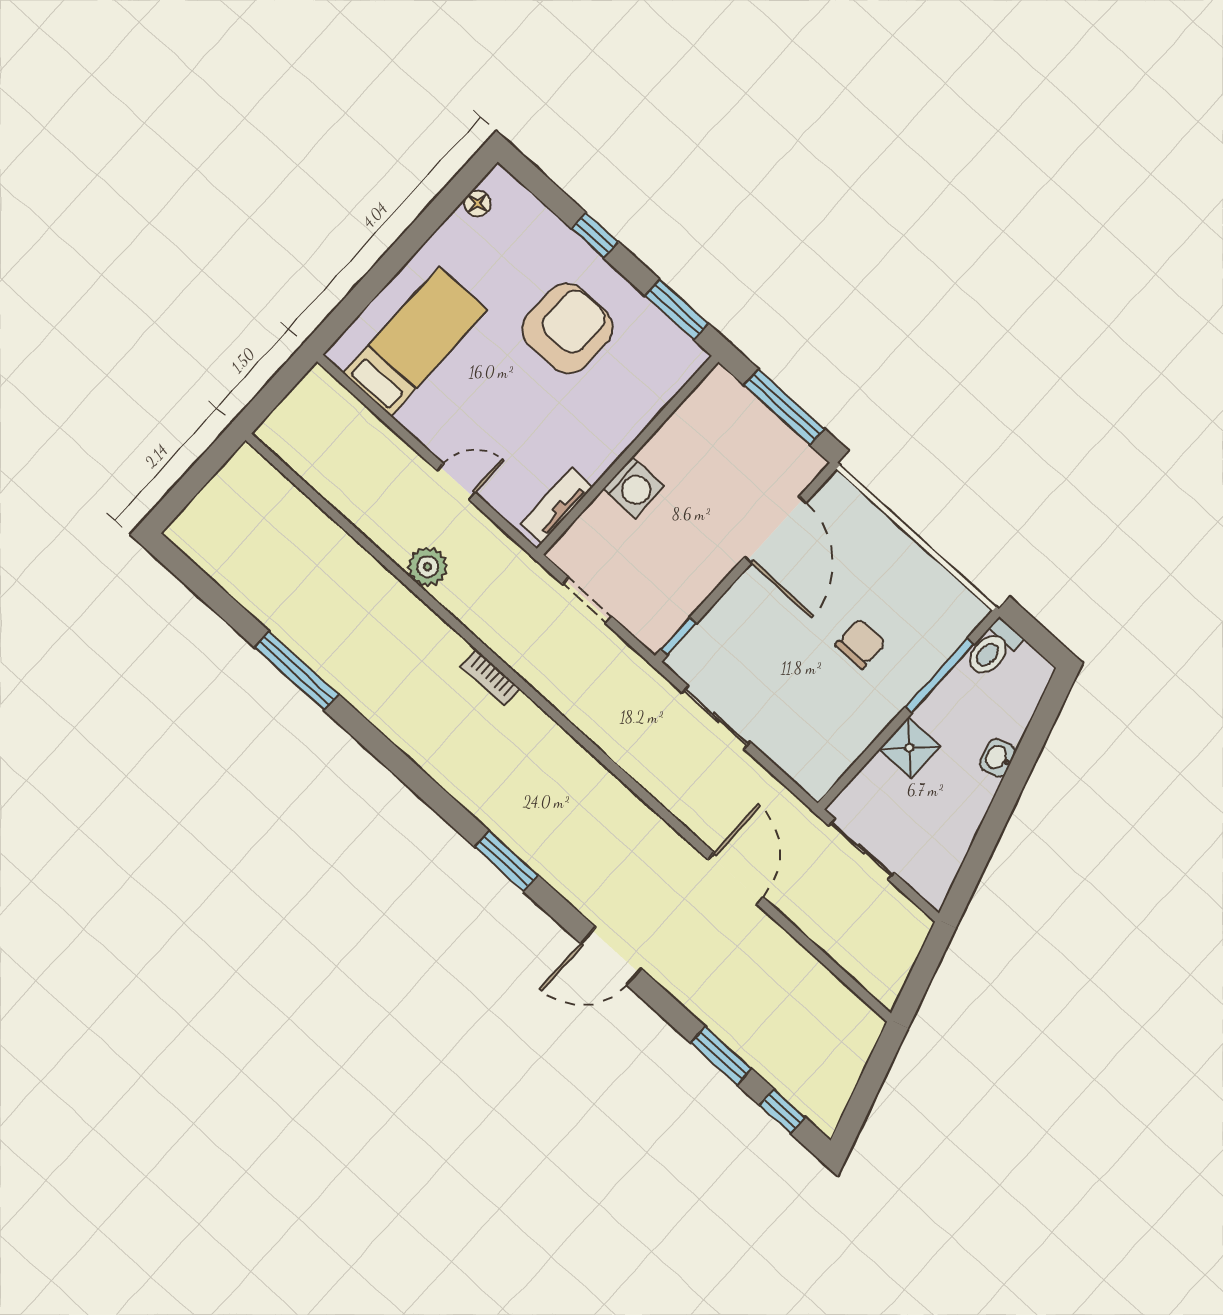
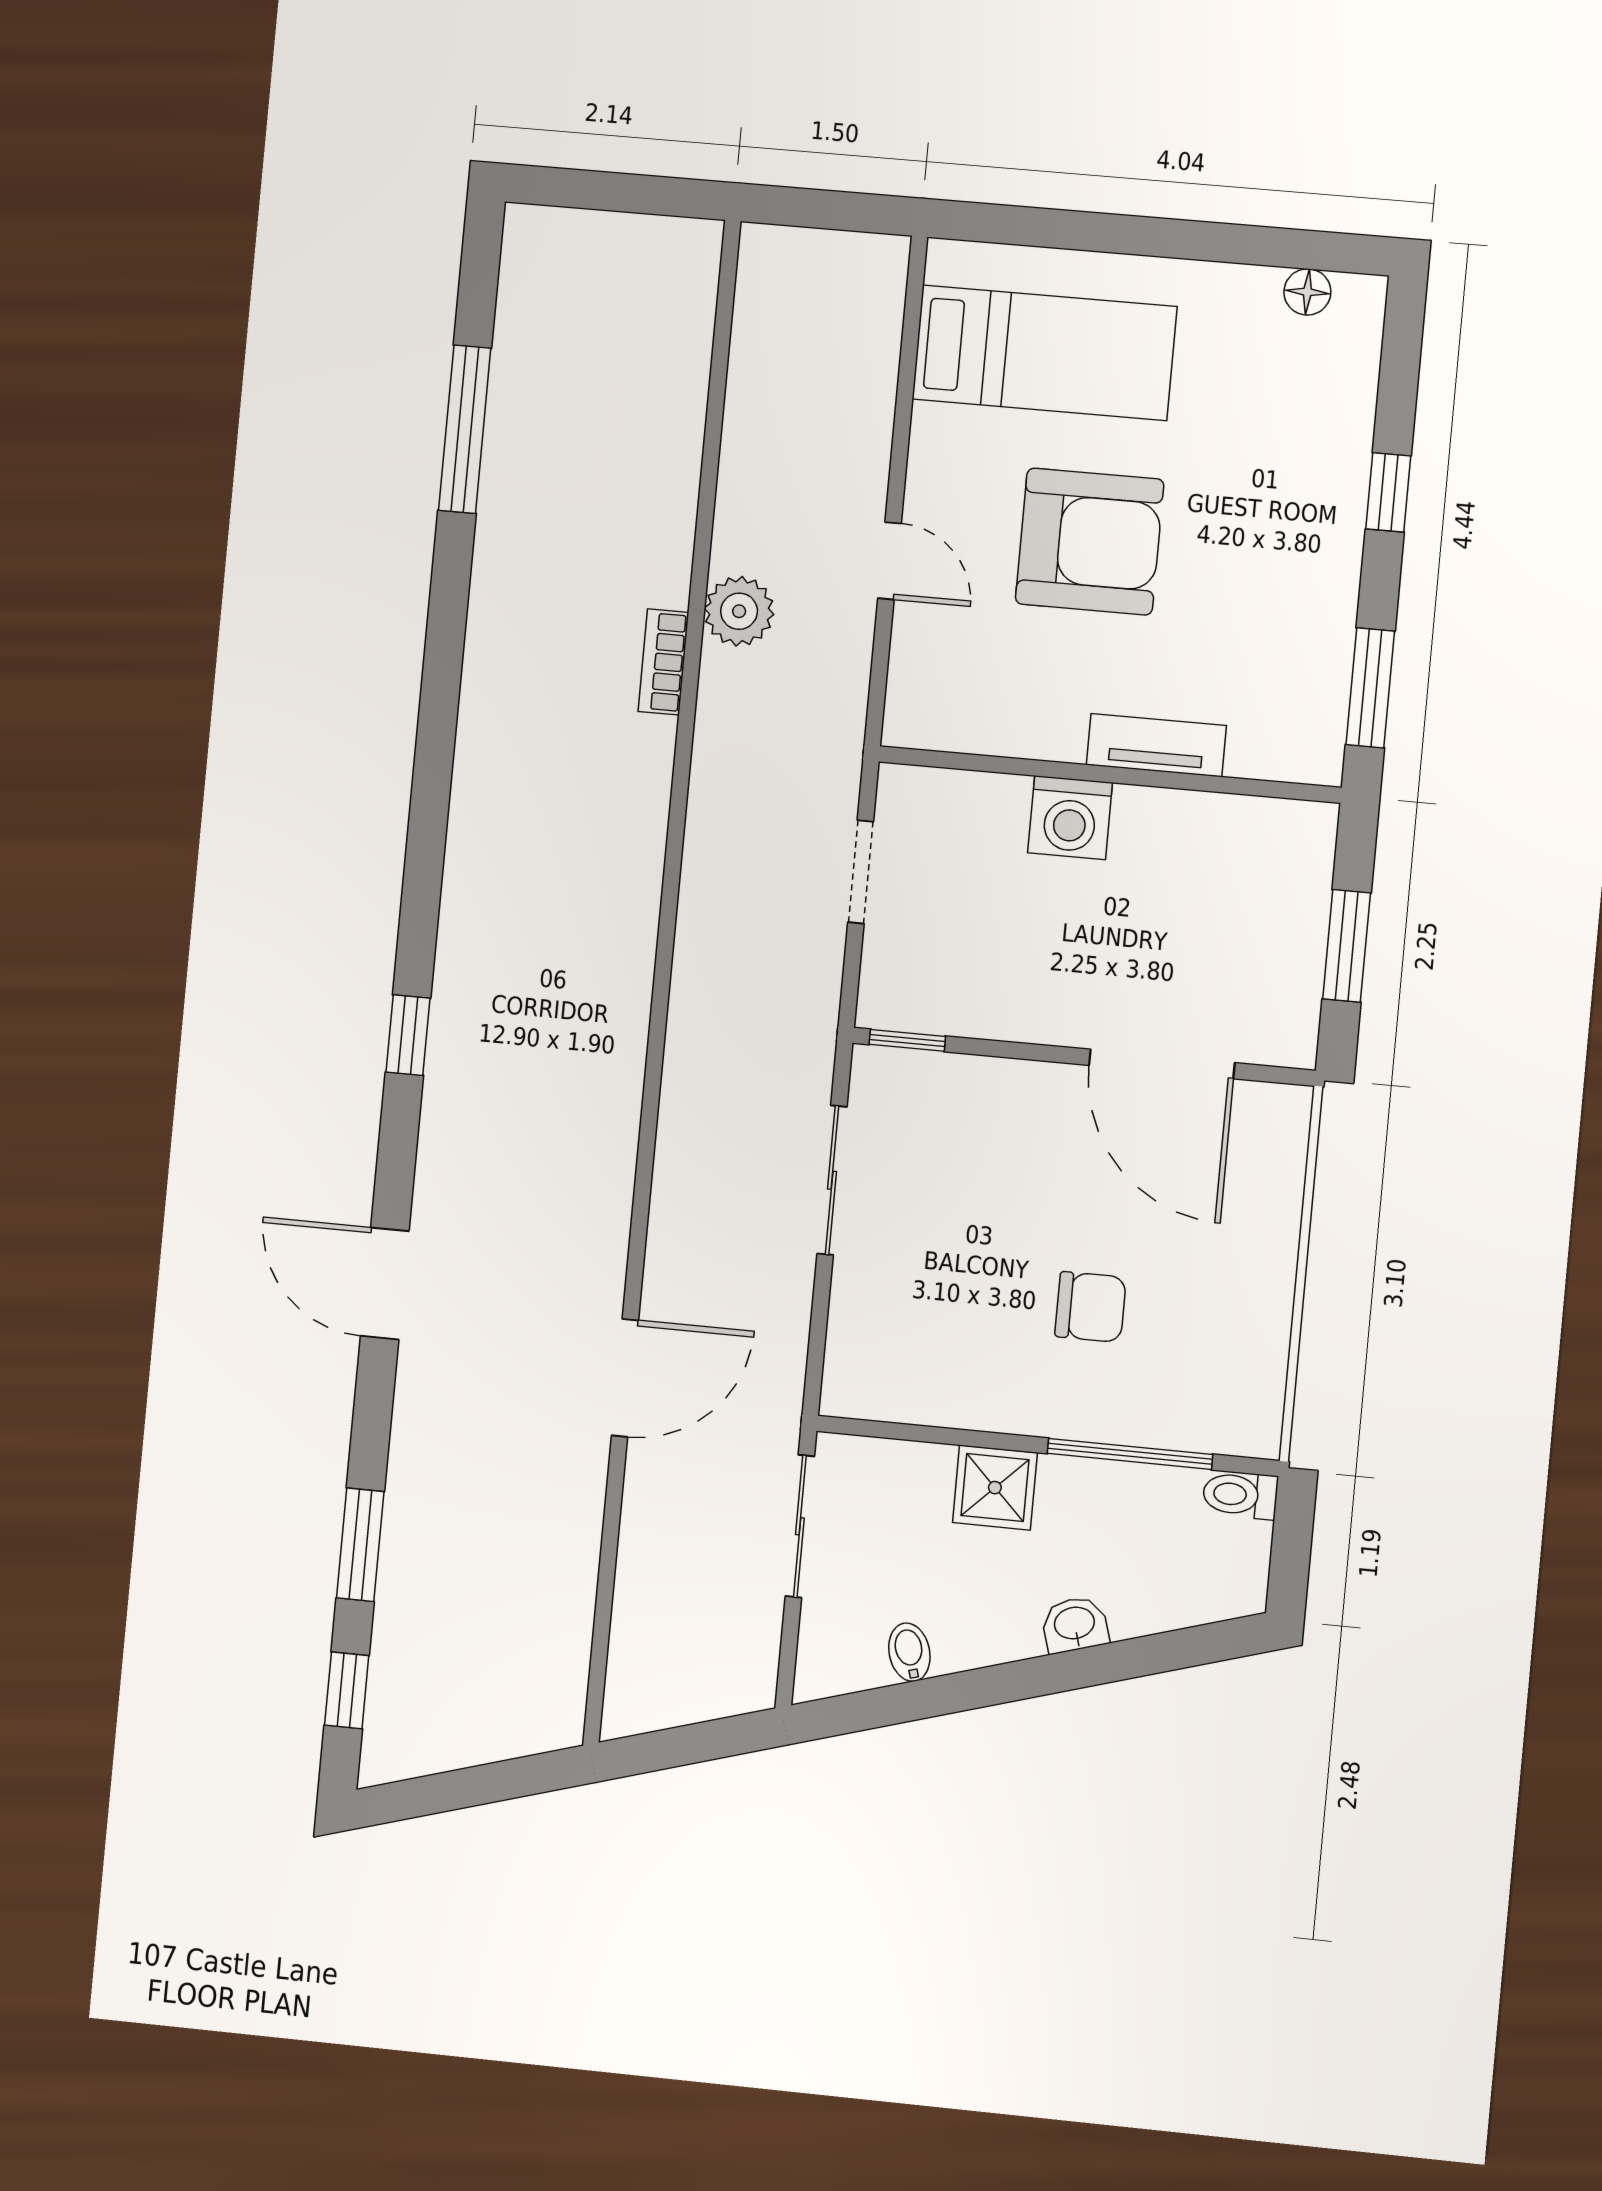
armchair: (568, 328) -> (1090, 542), moved
window: (784, 407) -> (1347, 946), width x0.69
tv unit: (557, 505) -> (1156, 745), moved
door: (775, 530) -> (1162, 1064), hinge flipped
toilet: (993, 649) -> (1240, 1495), width x0.73, depth x0.72
window: (297, 671) -> (465, 429), moved
bookcase: (490, 678) -> (663, 662), moved
bidet: (955, 842) -> (909, 1652), added
window: (506, 861) -> (408, 1035), width x0.67

